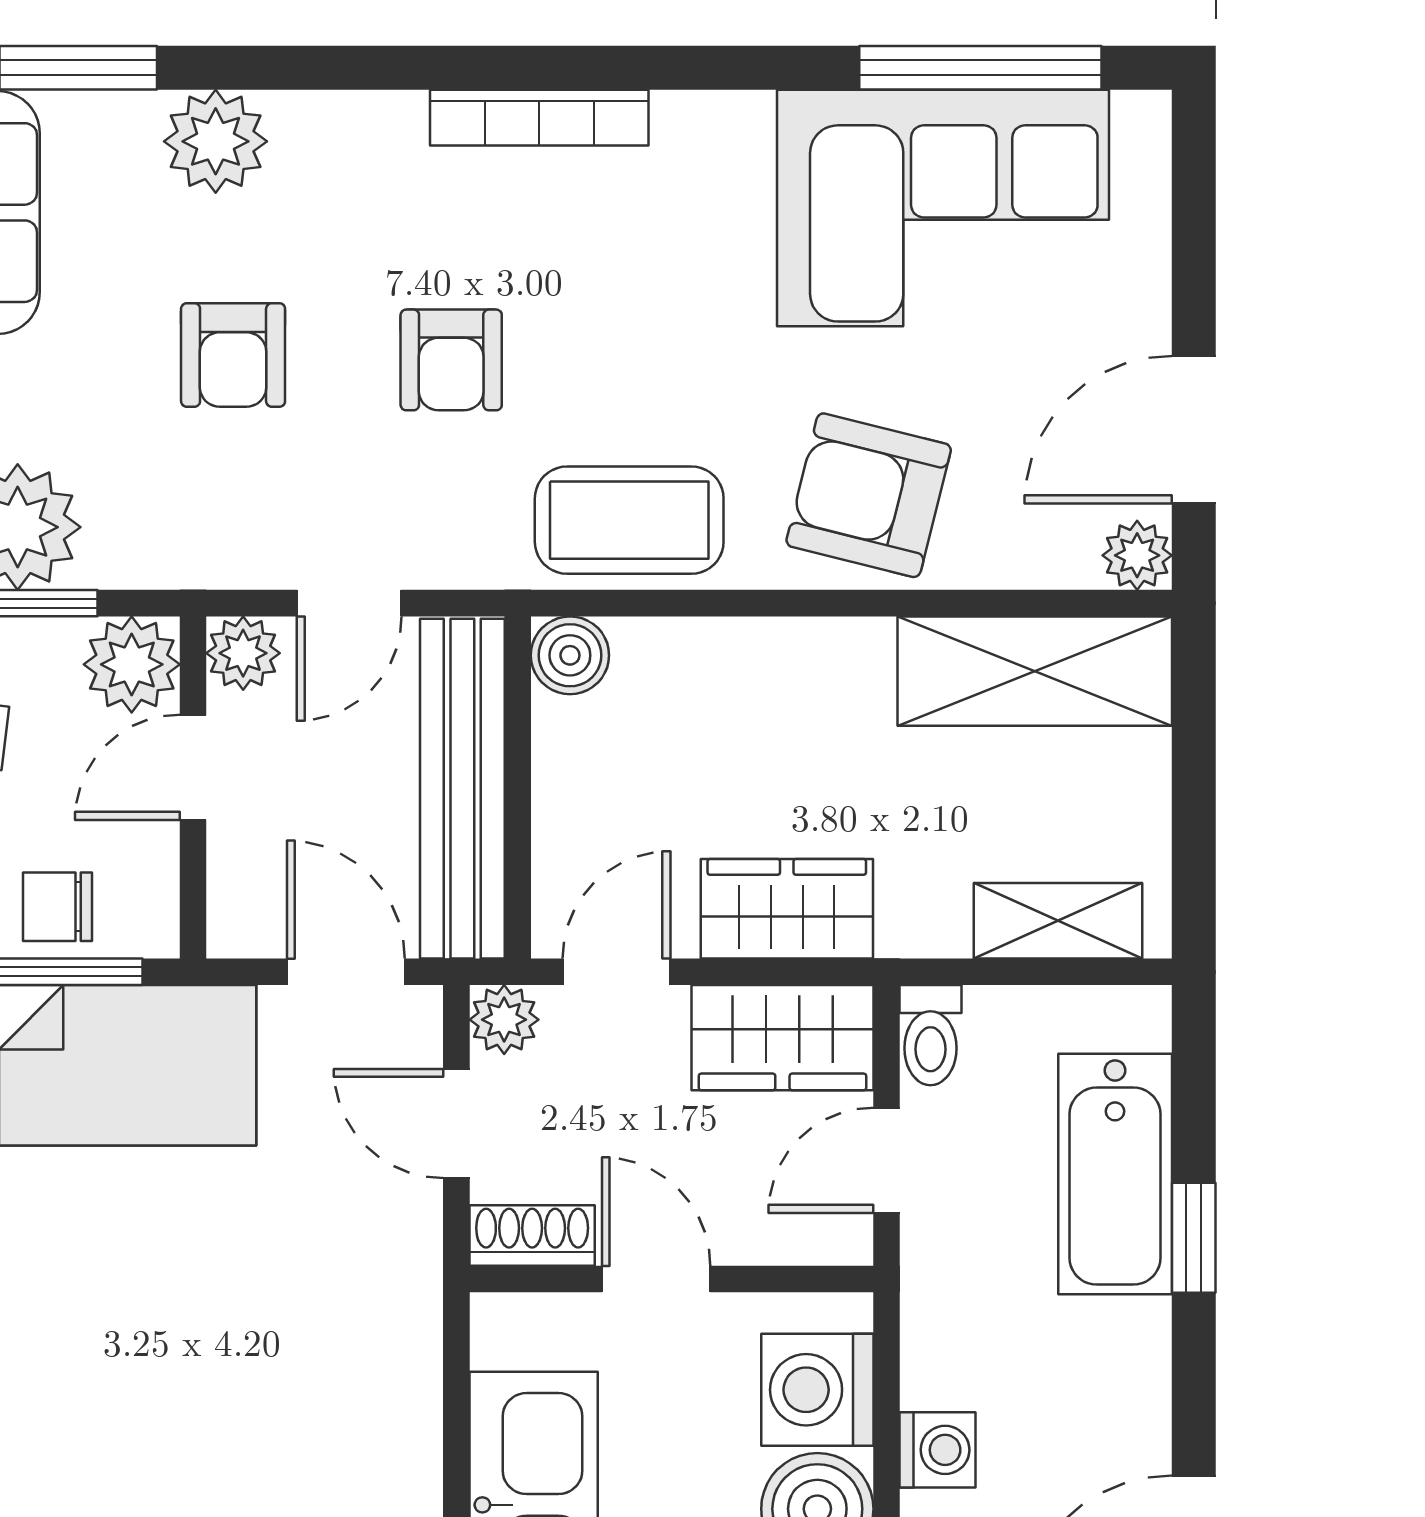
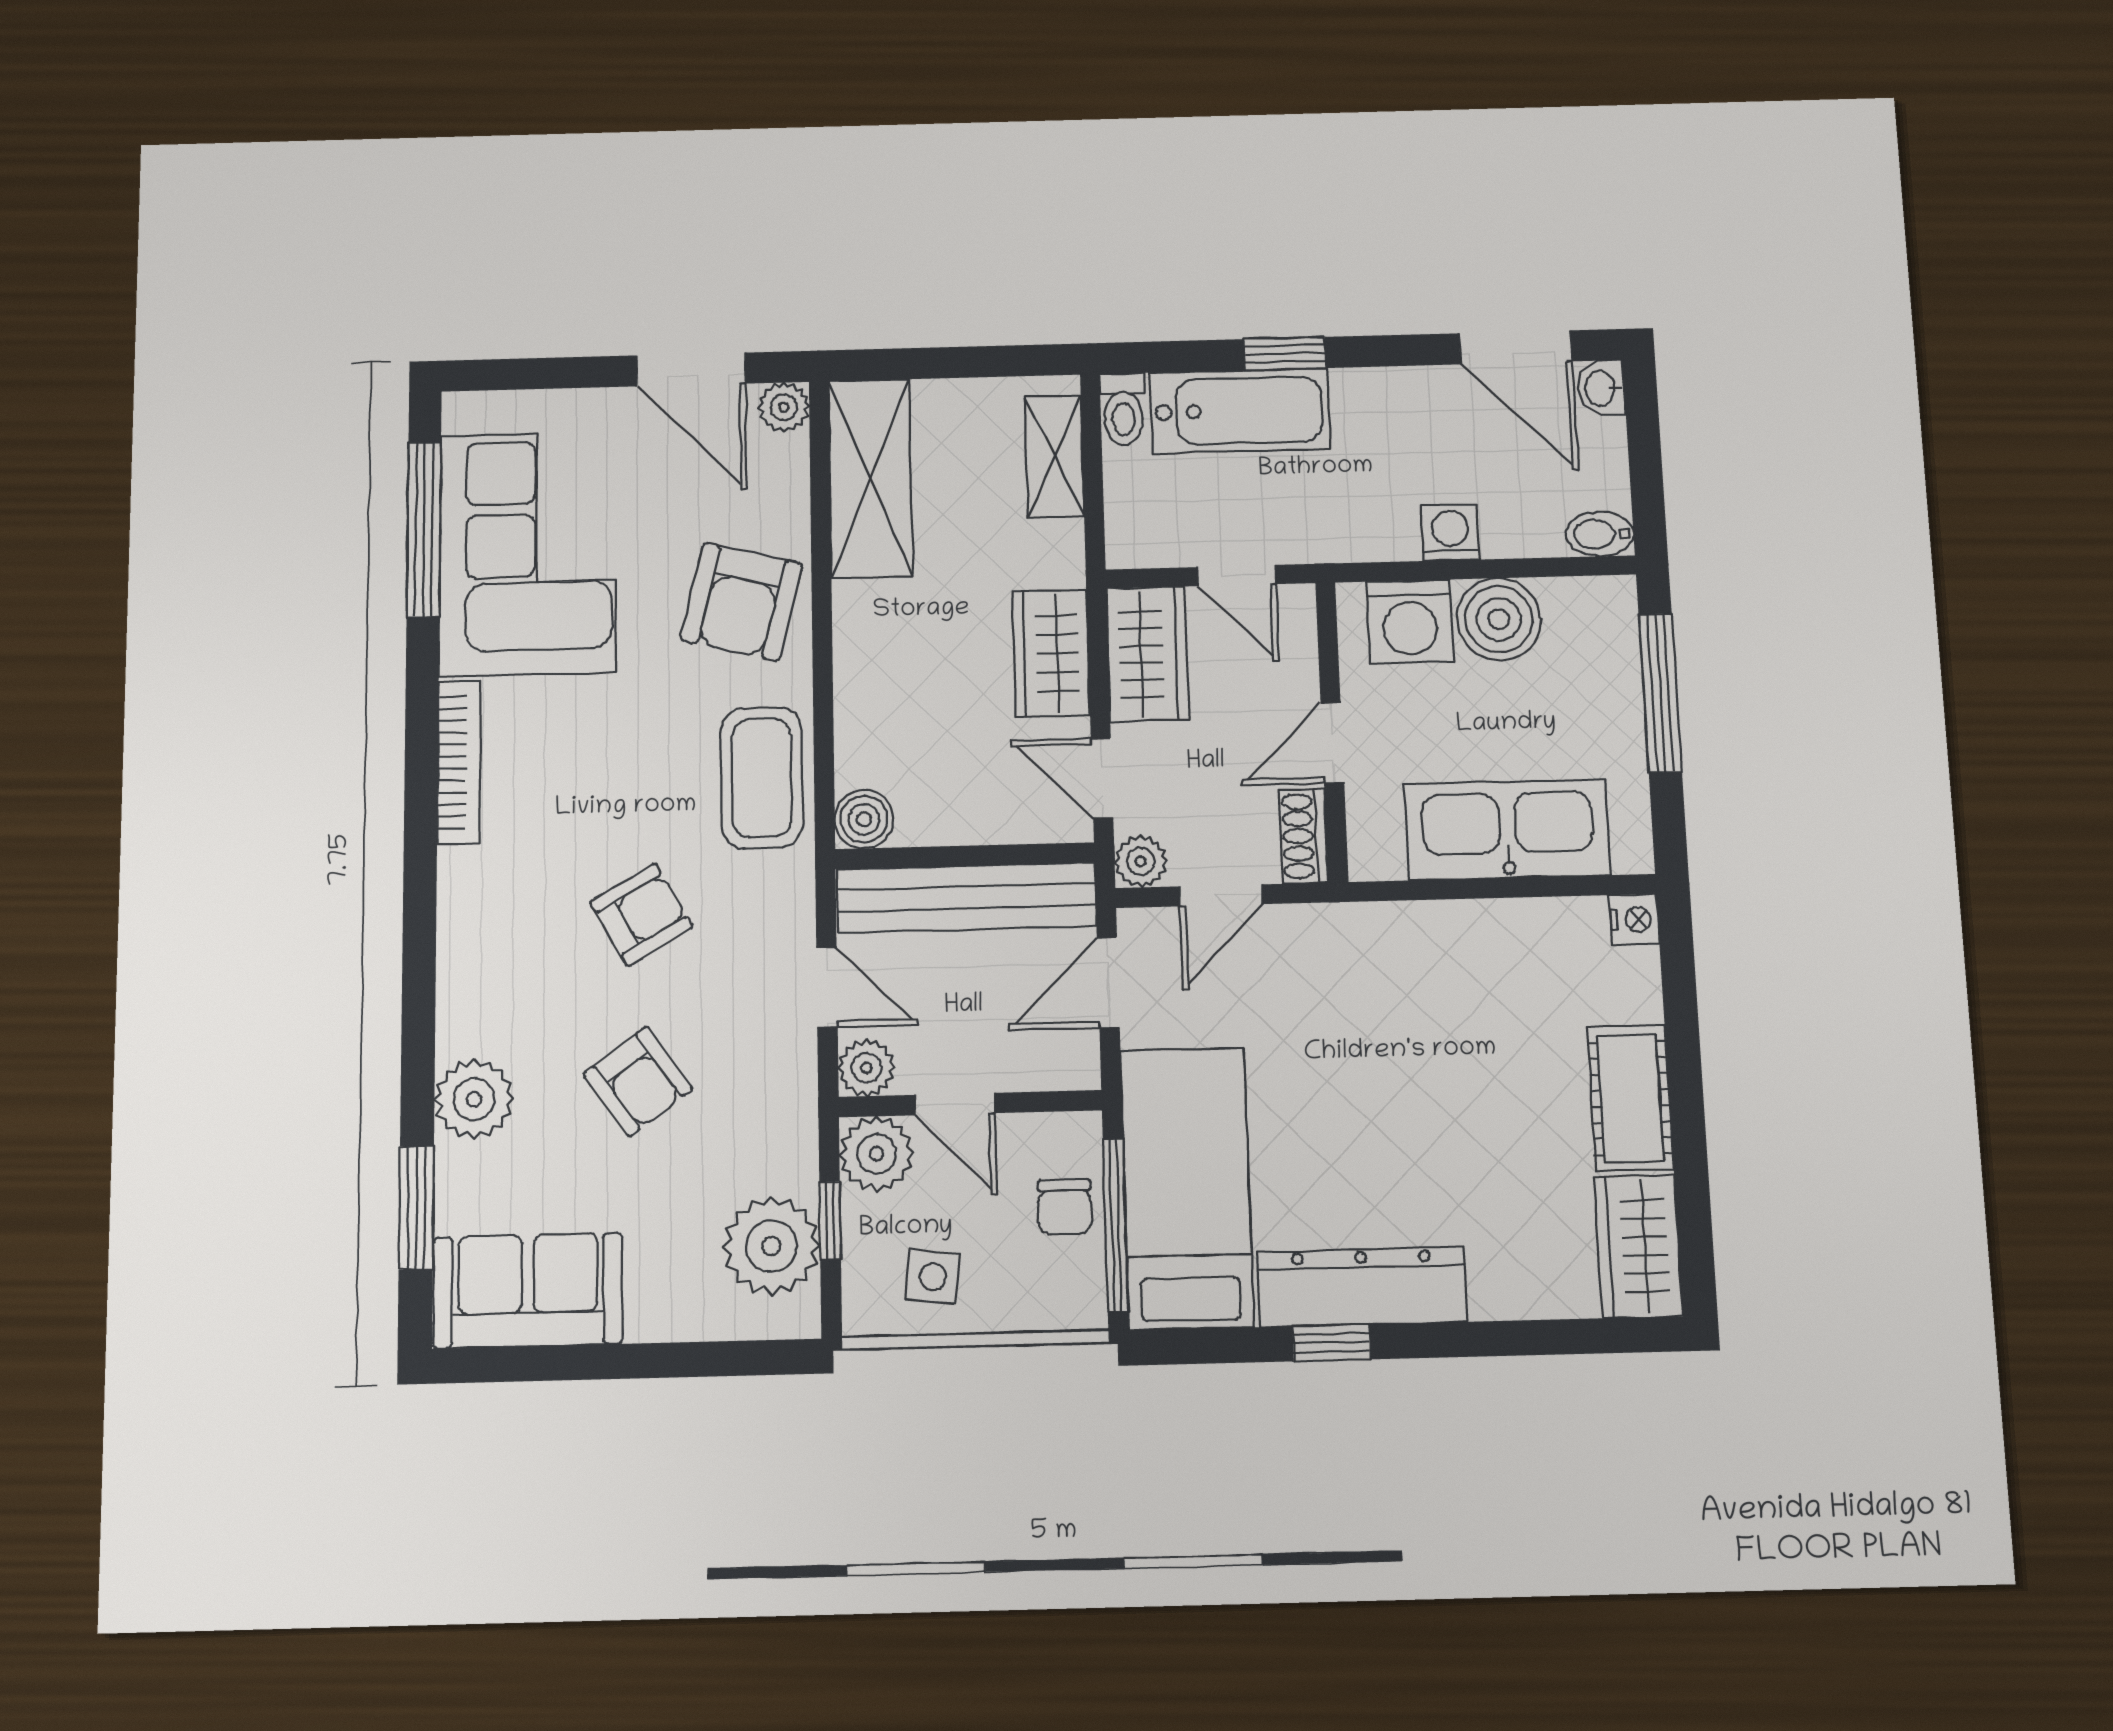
bookcase: (539, 118) -> (459, 762), moved
armchair: (233, 355) -> (638, 1081), turned 54
armchair: (451, 360) -> (641, 915), turned -30
toilet: (930, 1035) -> (1123, 409), moved, turned 90

